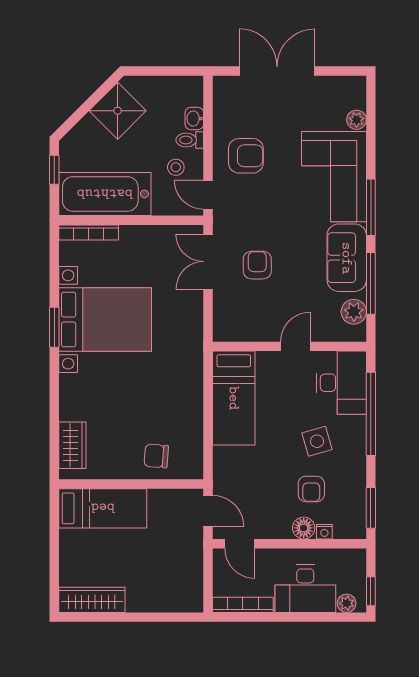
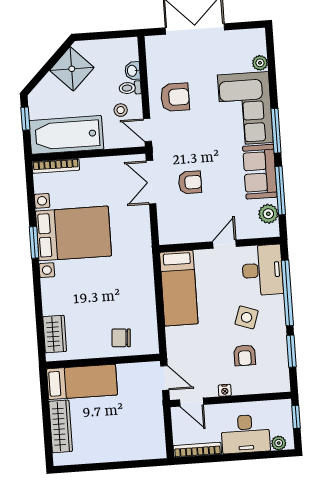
armchair: (257, 265) -> (190, 182), turned 90
side table: (317, 441) -> (247, 317), turned 35
window: (371, 508) -> (291, 351), moved
floor lamp: (304, 528) -> (241, 386), removed
nightstand: (324, 532) -> (225, 390), moved
window: (371, 591) -> (296, 417), moved
wardrobe: (92, 600) -> (61, 426), moved, turned 90

